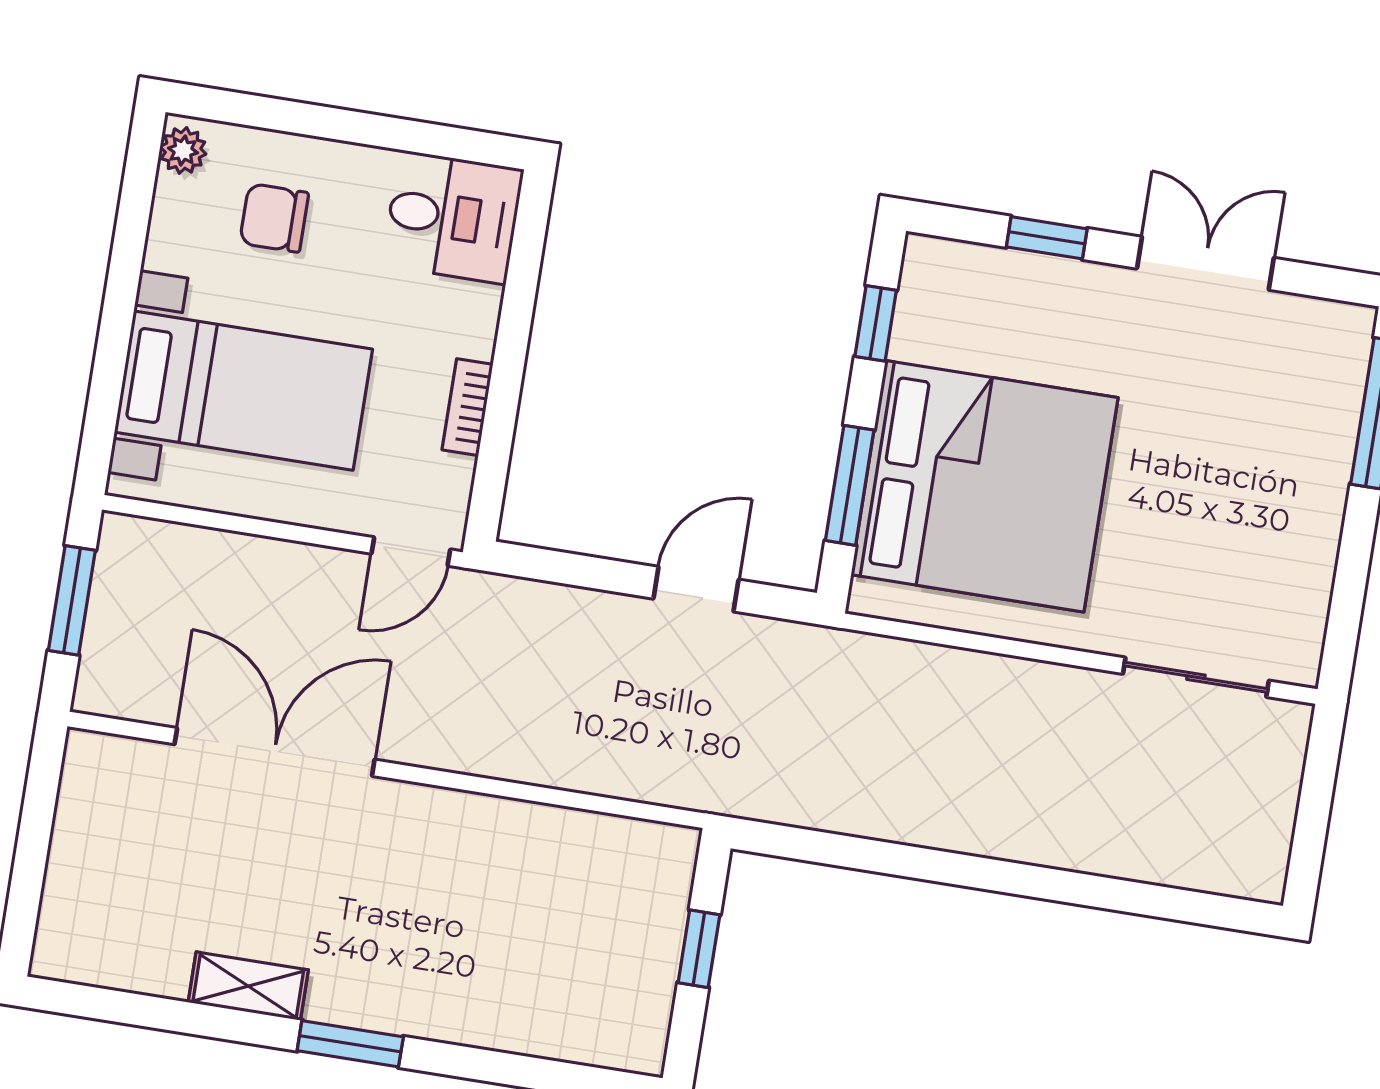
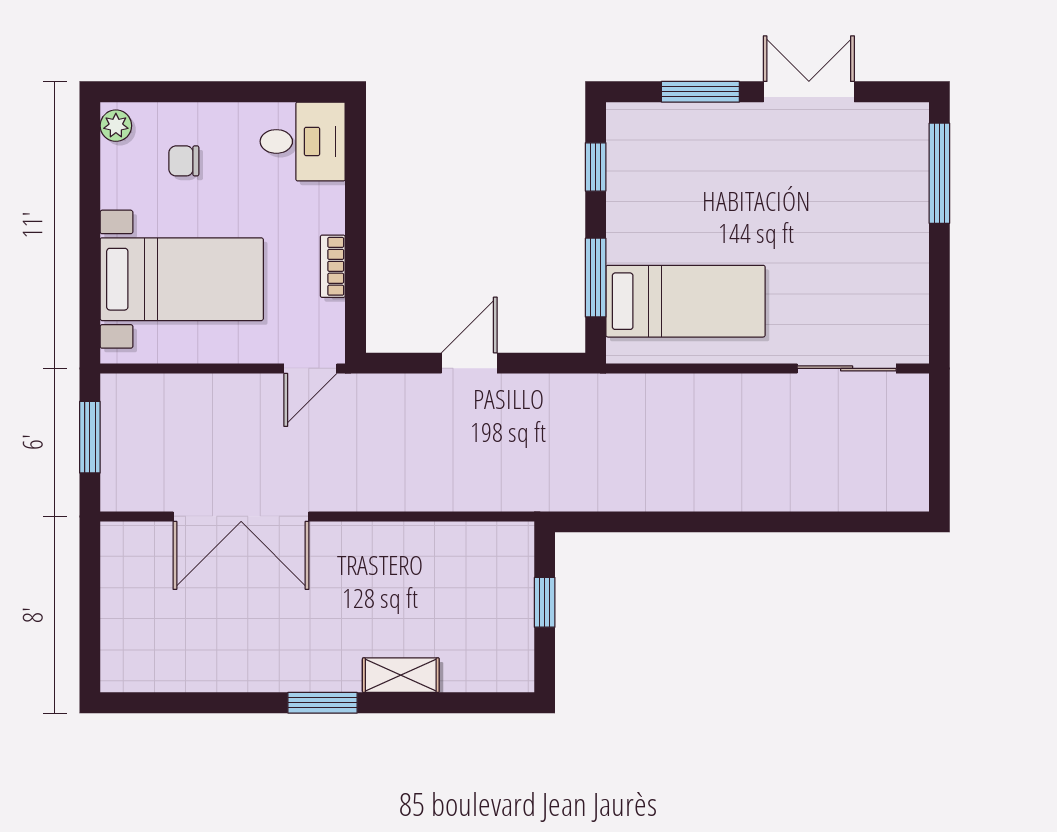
chair: (274, 218) -> (184, 161), width x0.73, depth x0.73
window: (1047, 238) -> (700, 92), width x1.50
bed: (985, 486) -> (686, 301), width x0.49
door: (696, 589) -> (469, 363), moved
double door: (275, 752) -> (241, 516), swing flipped
shelving: (248, 986) -> (401, 675), moved

